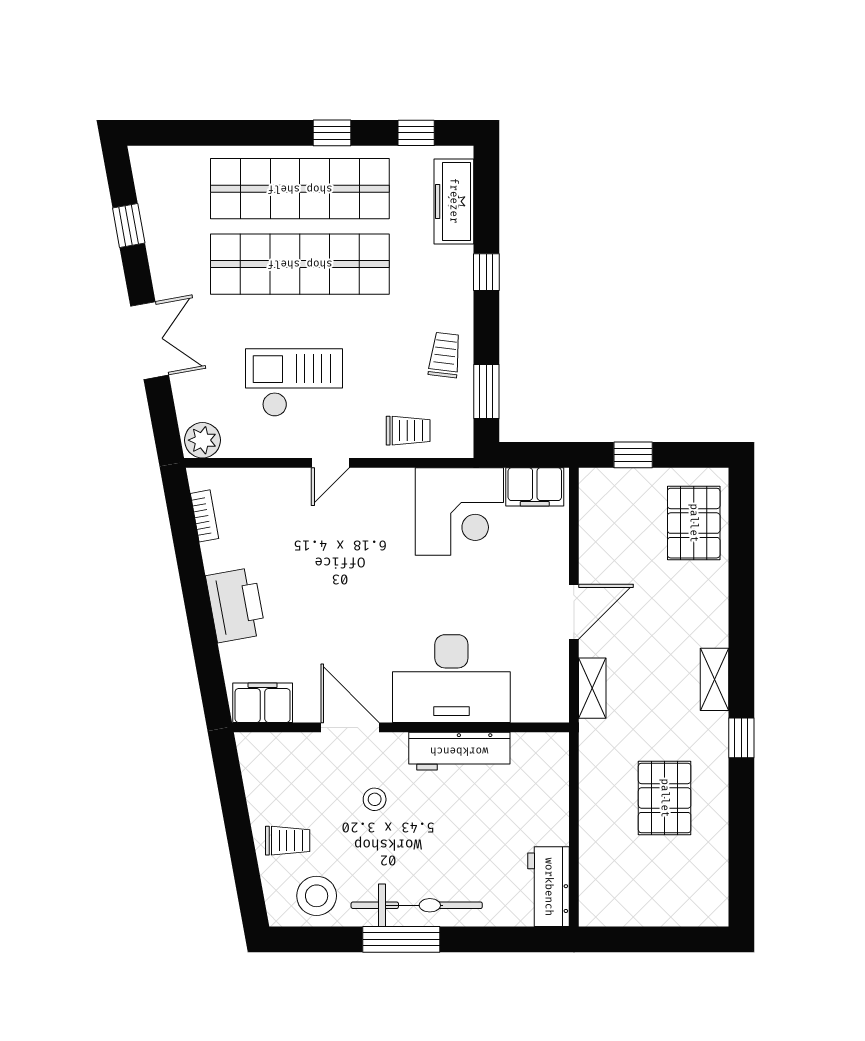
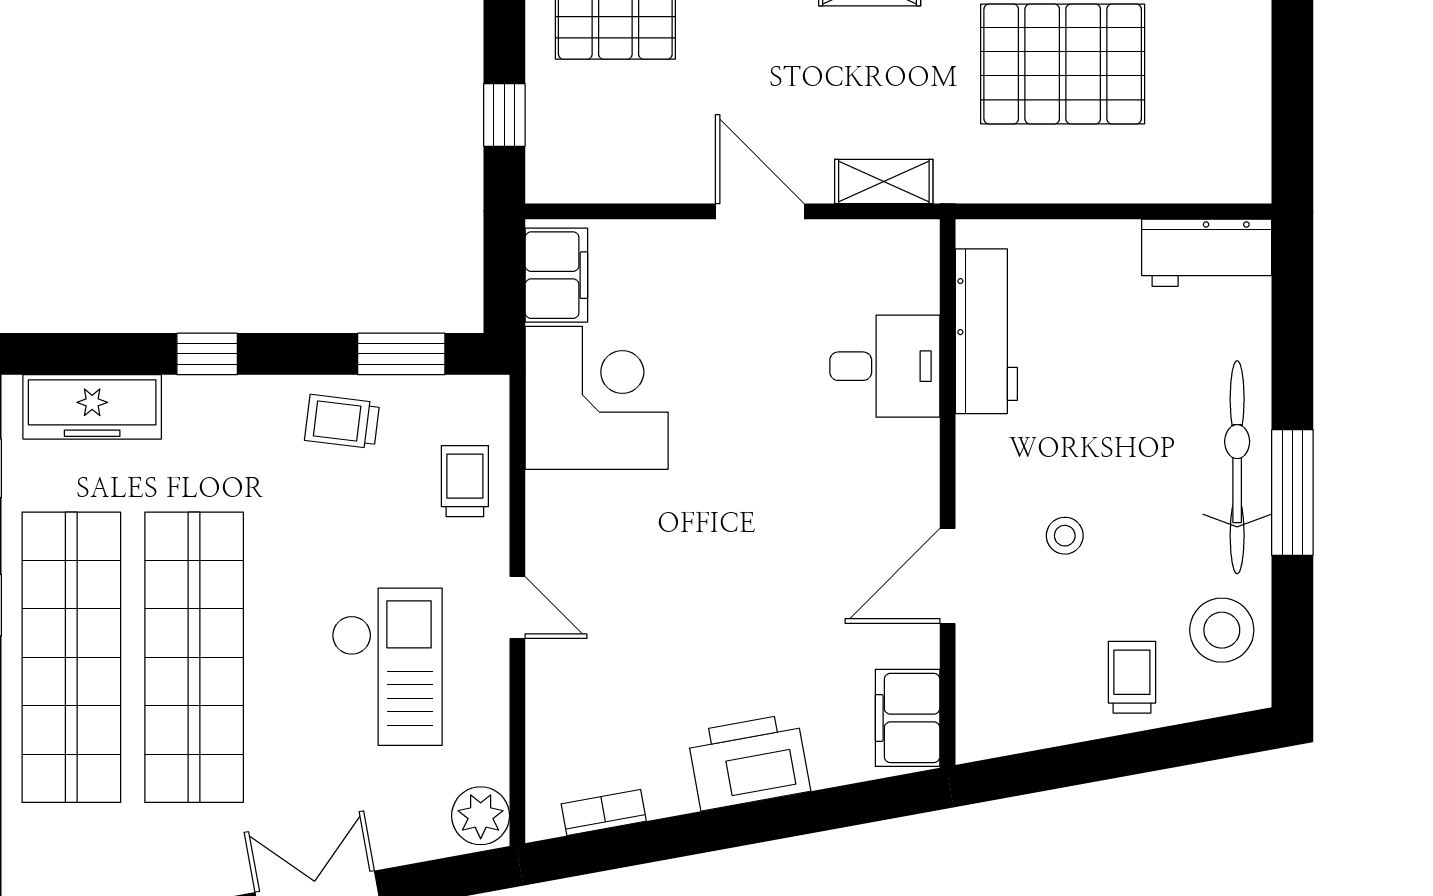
checkout: (294, 383) -> (387, 667), turned 180
desk: (451, 679) -> (885, 366), width x0.53, depth x0.77
workbench: (459, 751) -> (986, 331), moved
pallet: (665, 798) -> (1063, 64), width x1.37, depth x1.41

